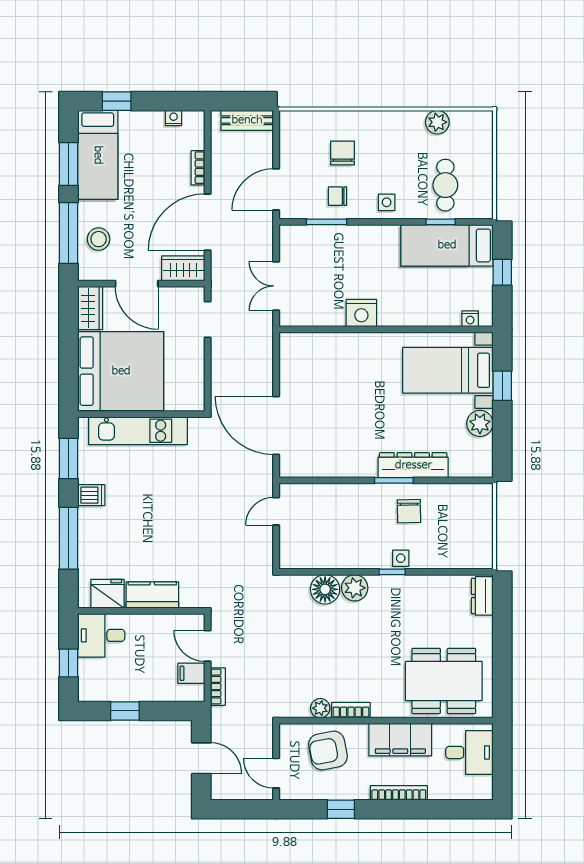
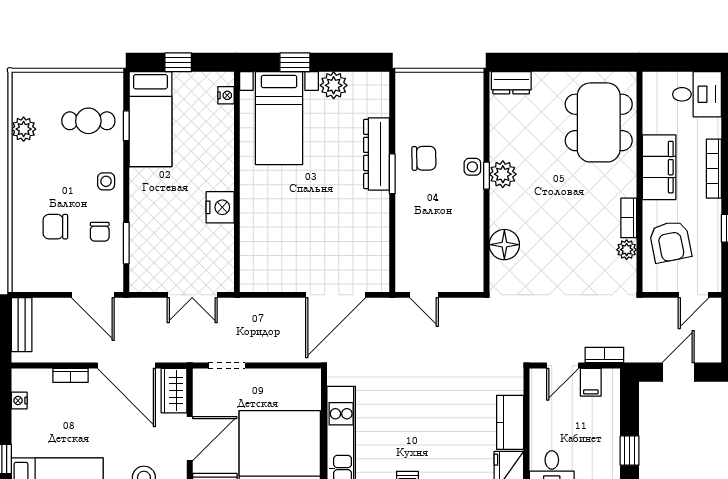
plant: (355, 588) -> (503, 174), moved
desk: (469, 752) -> (697, 94), moved, turned 90

